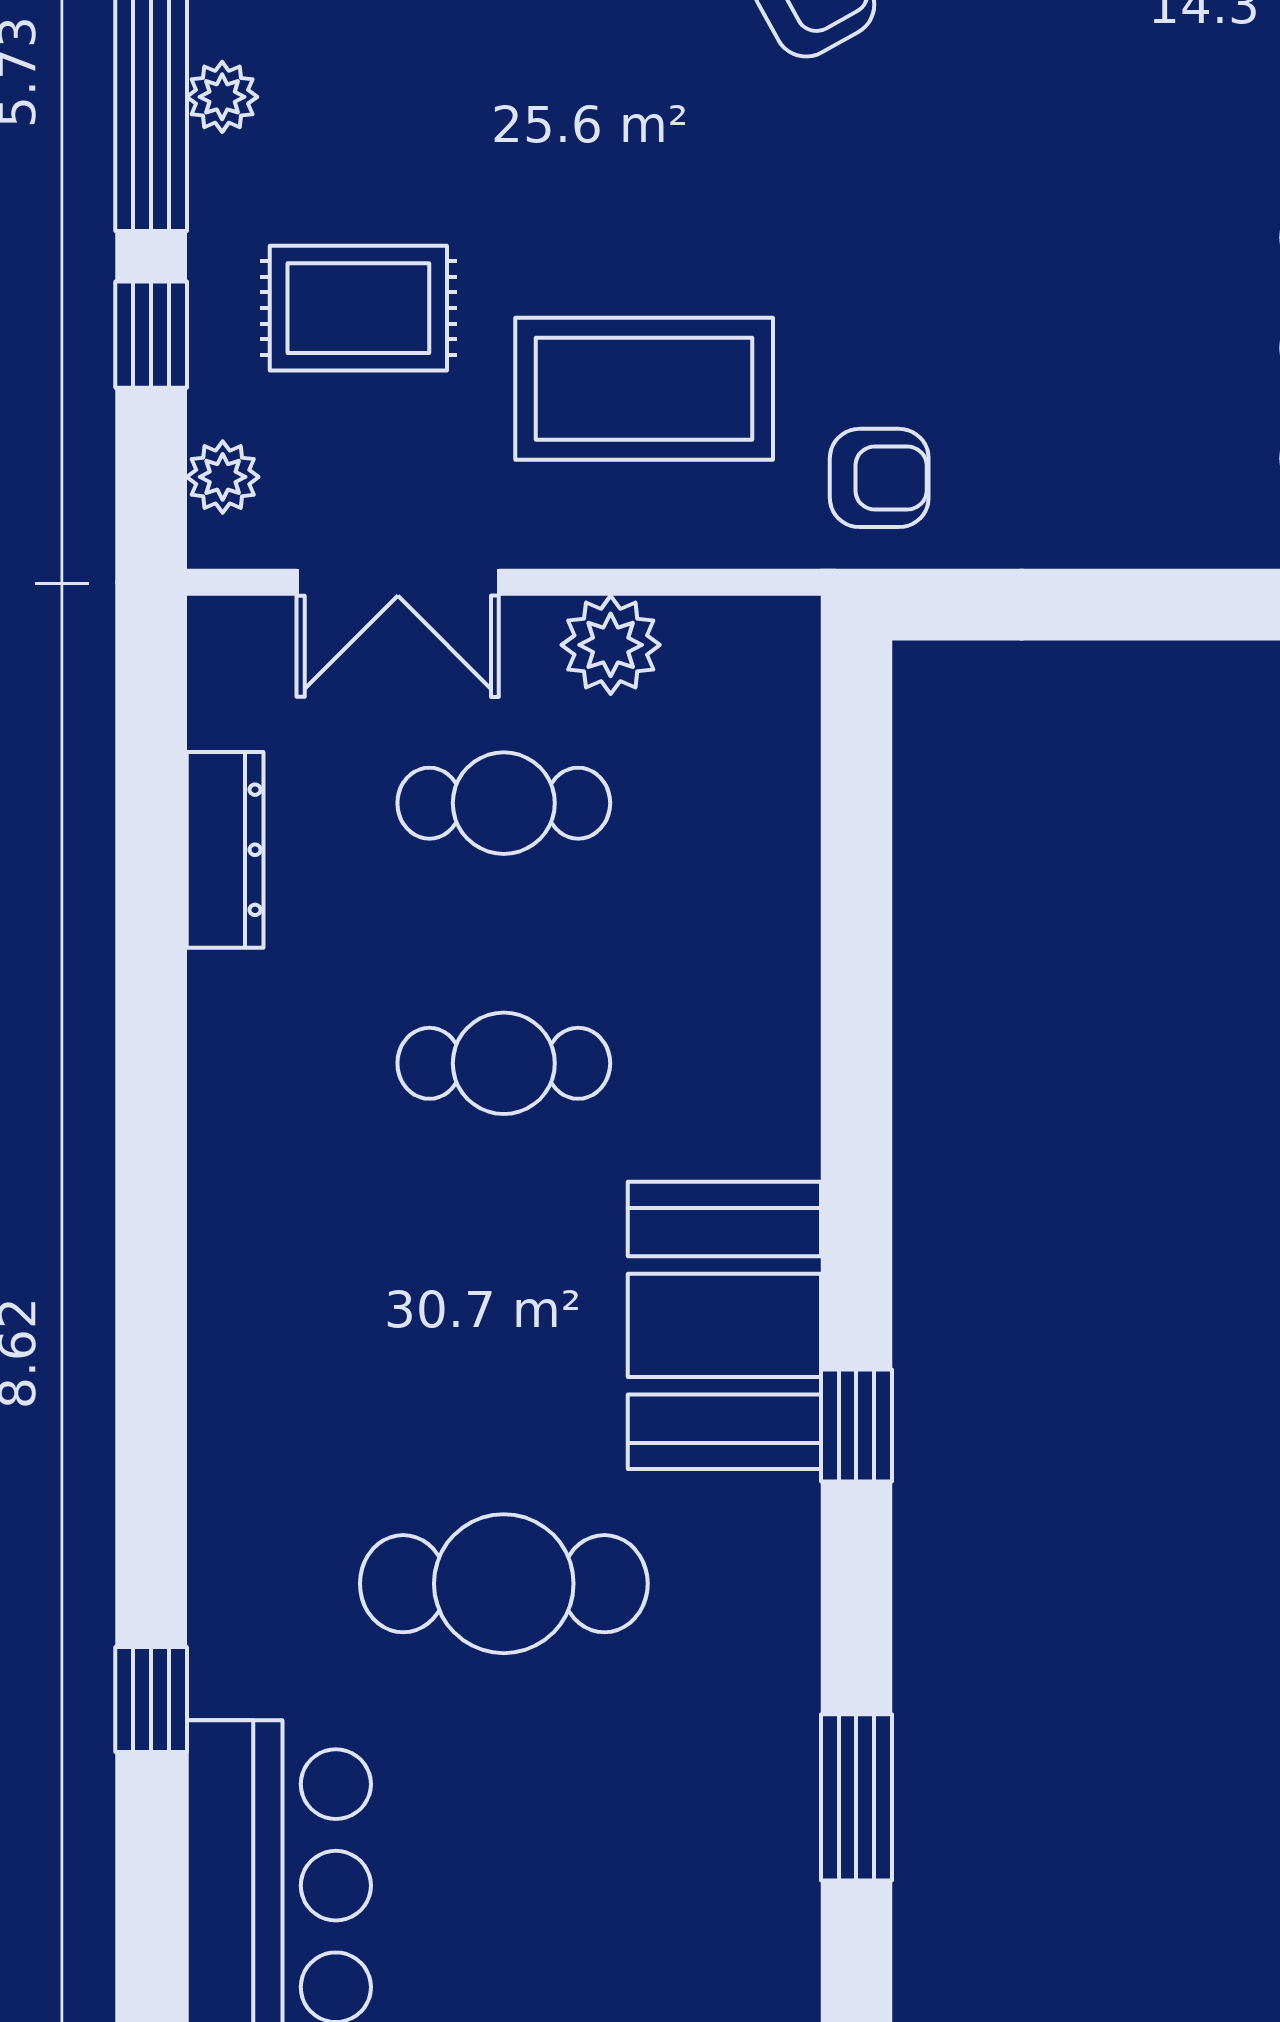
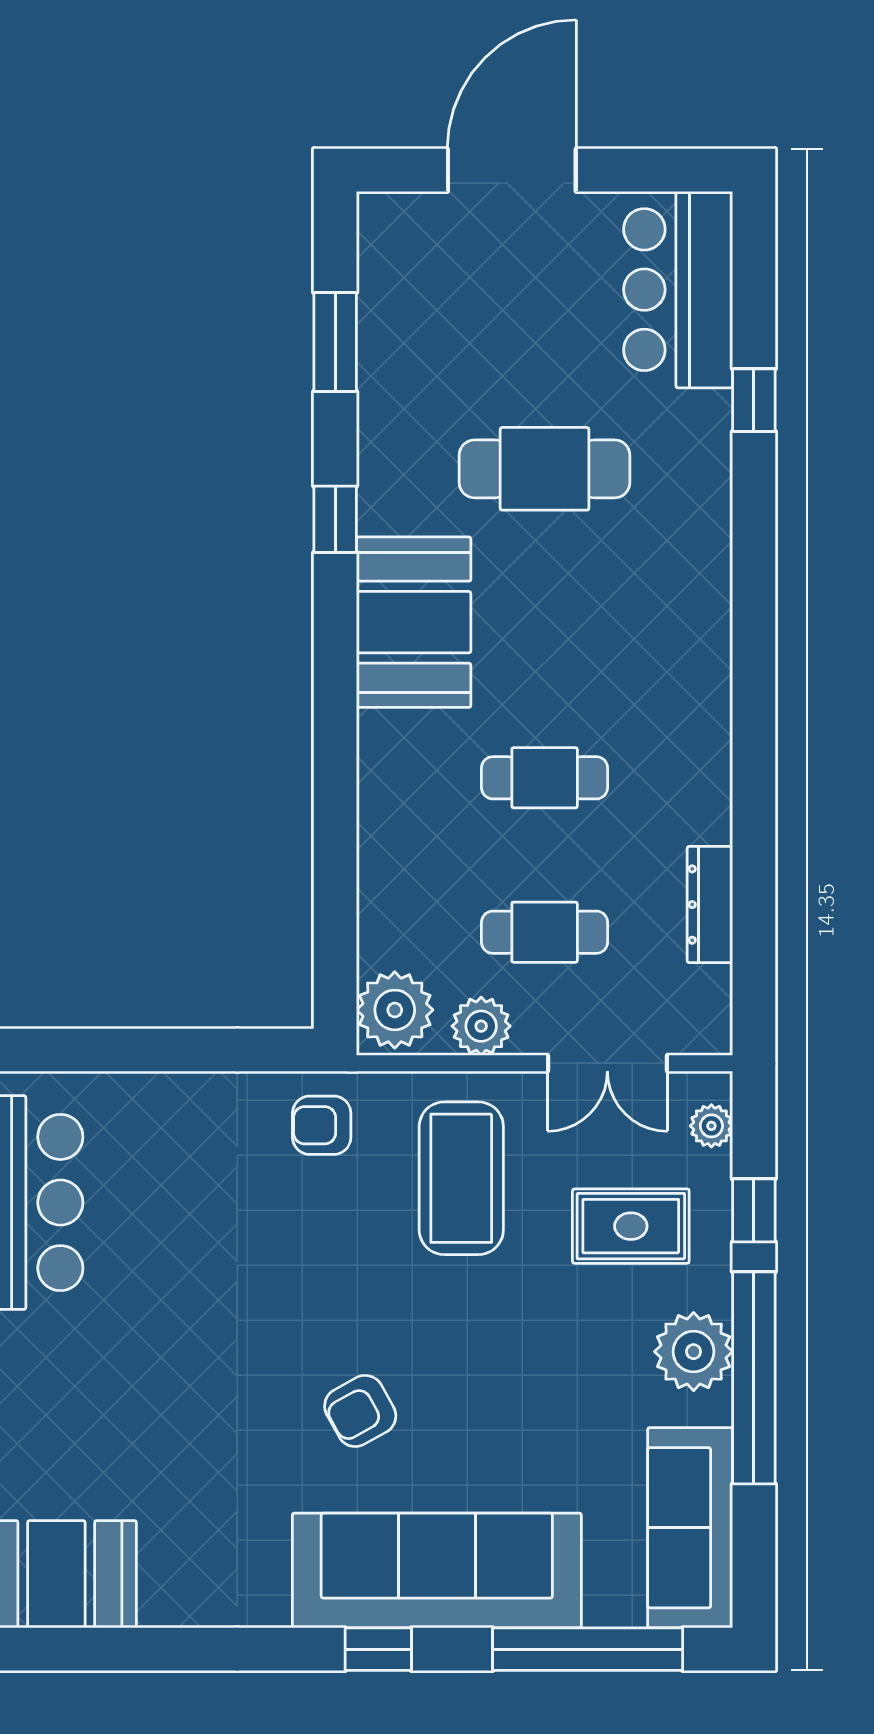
plant: (222, 97) -> (694, 1352), width x1.88, depth x1.88
coffee table: (644, 389) -> (461, 1178), turned 90
double door: (398, 582) -> (607, 1063), swing flipped
plant: (756, 672) -> (395, 1010), added
window: (856, 1426) -> (335, 519), moved

